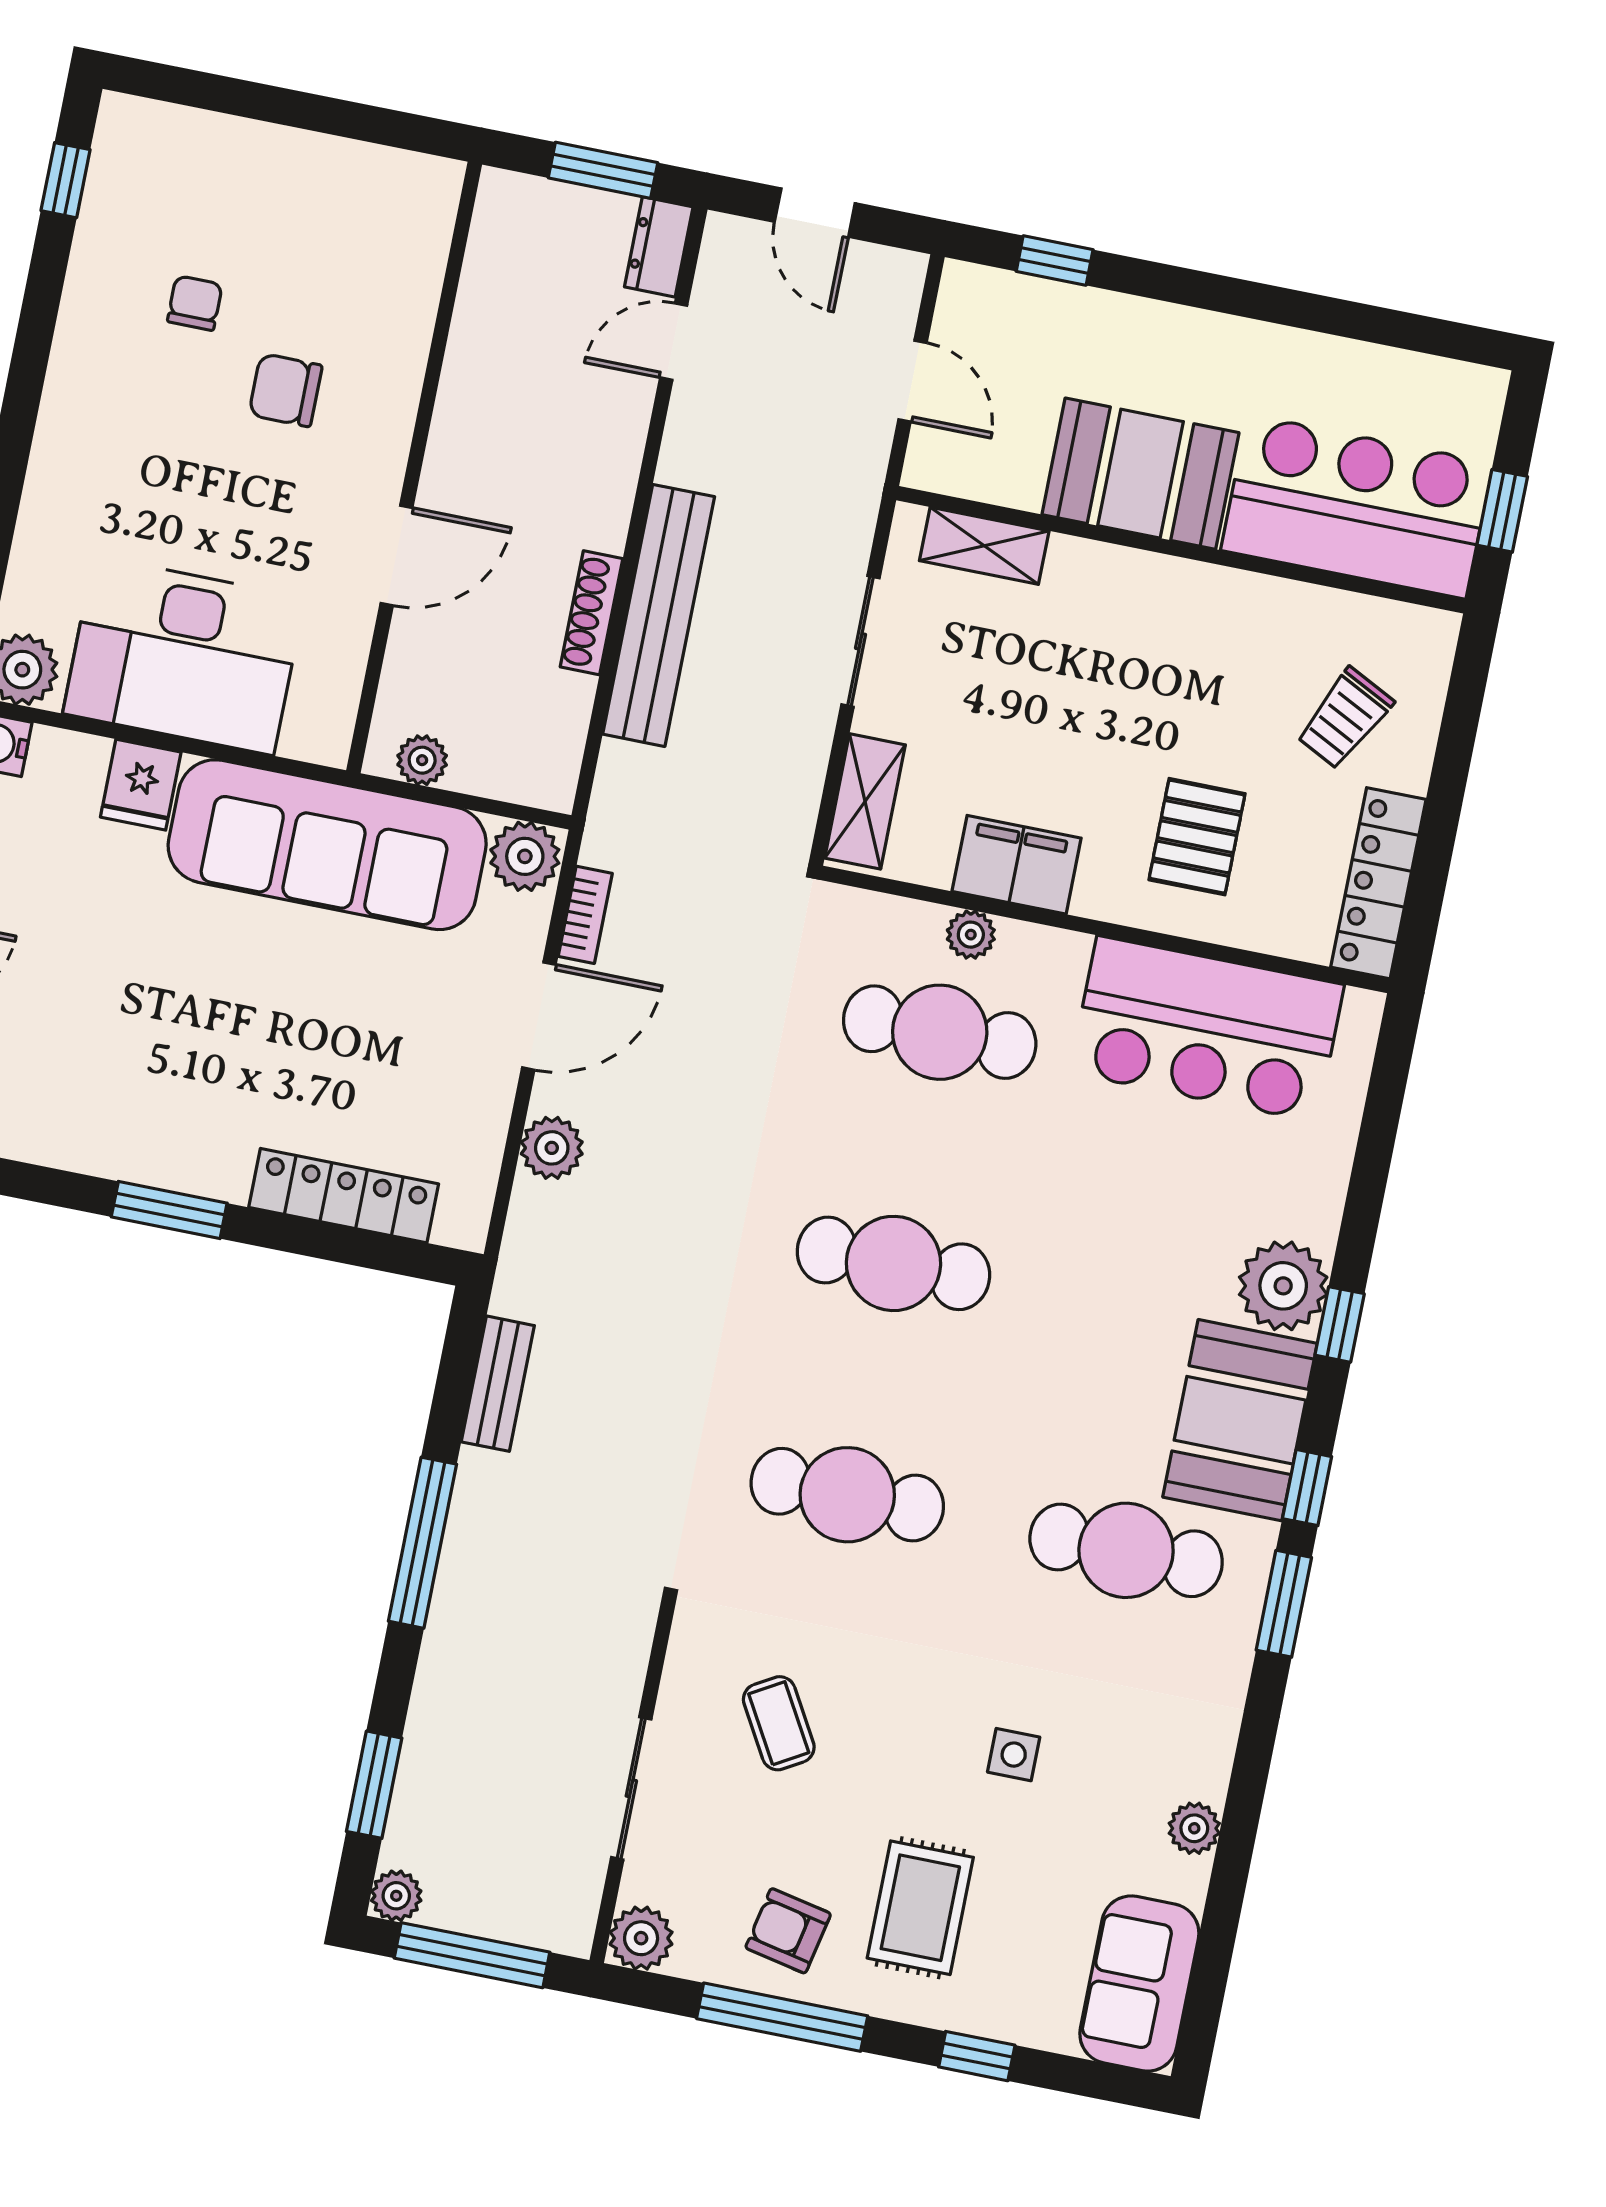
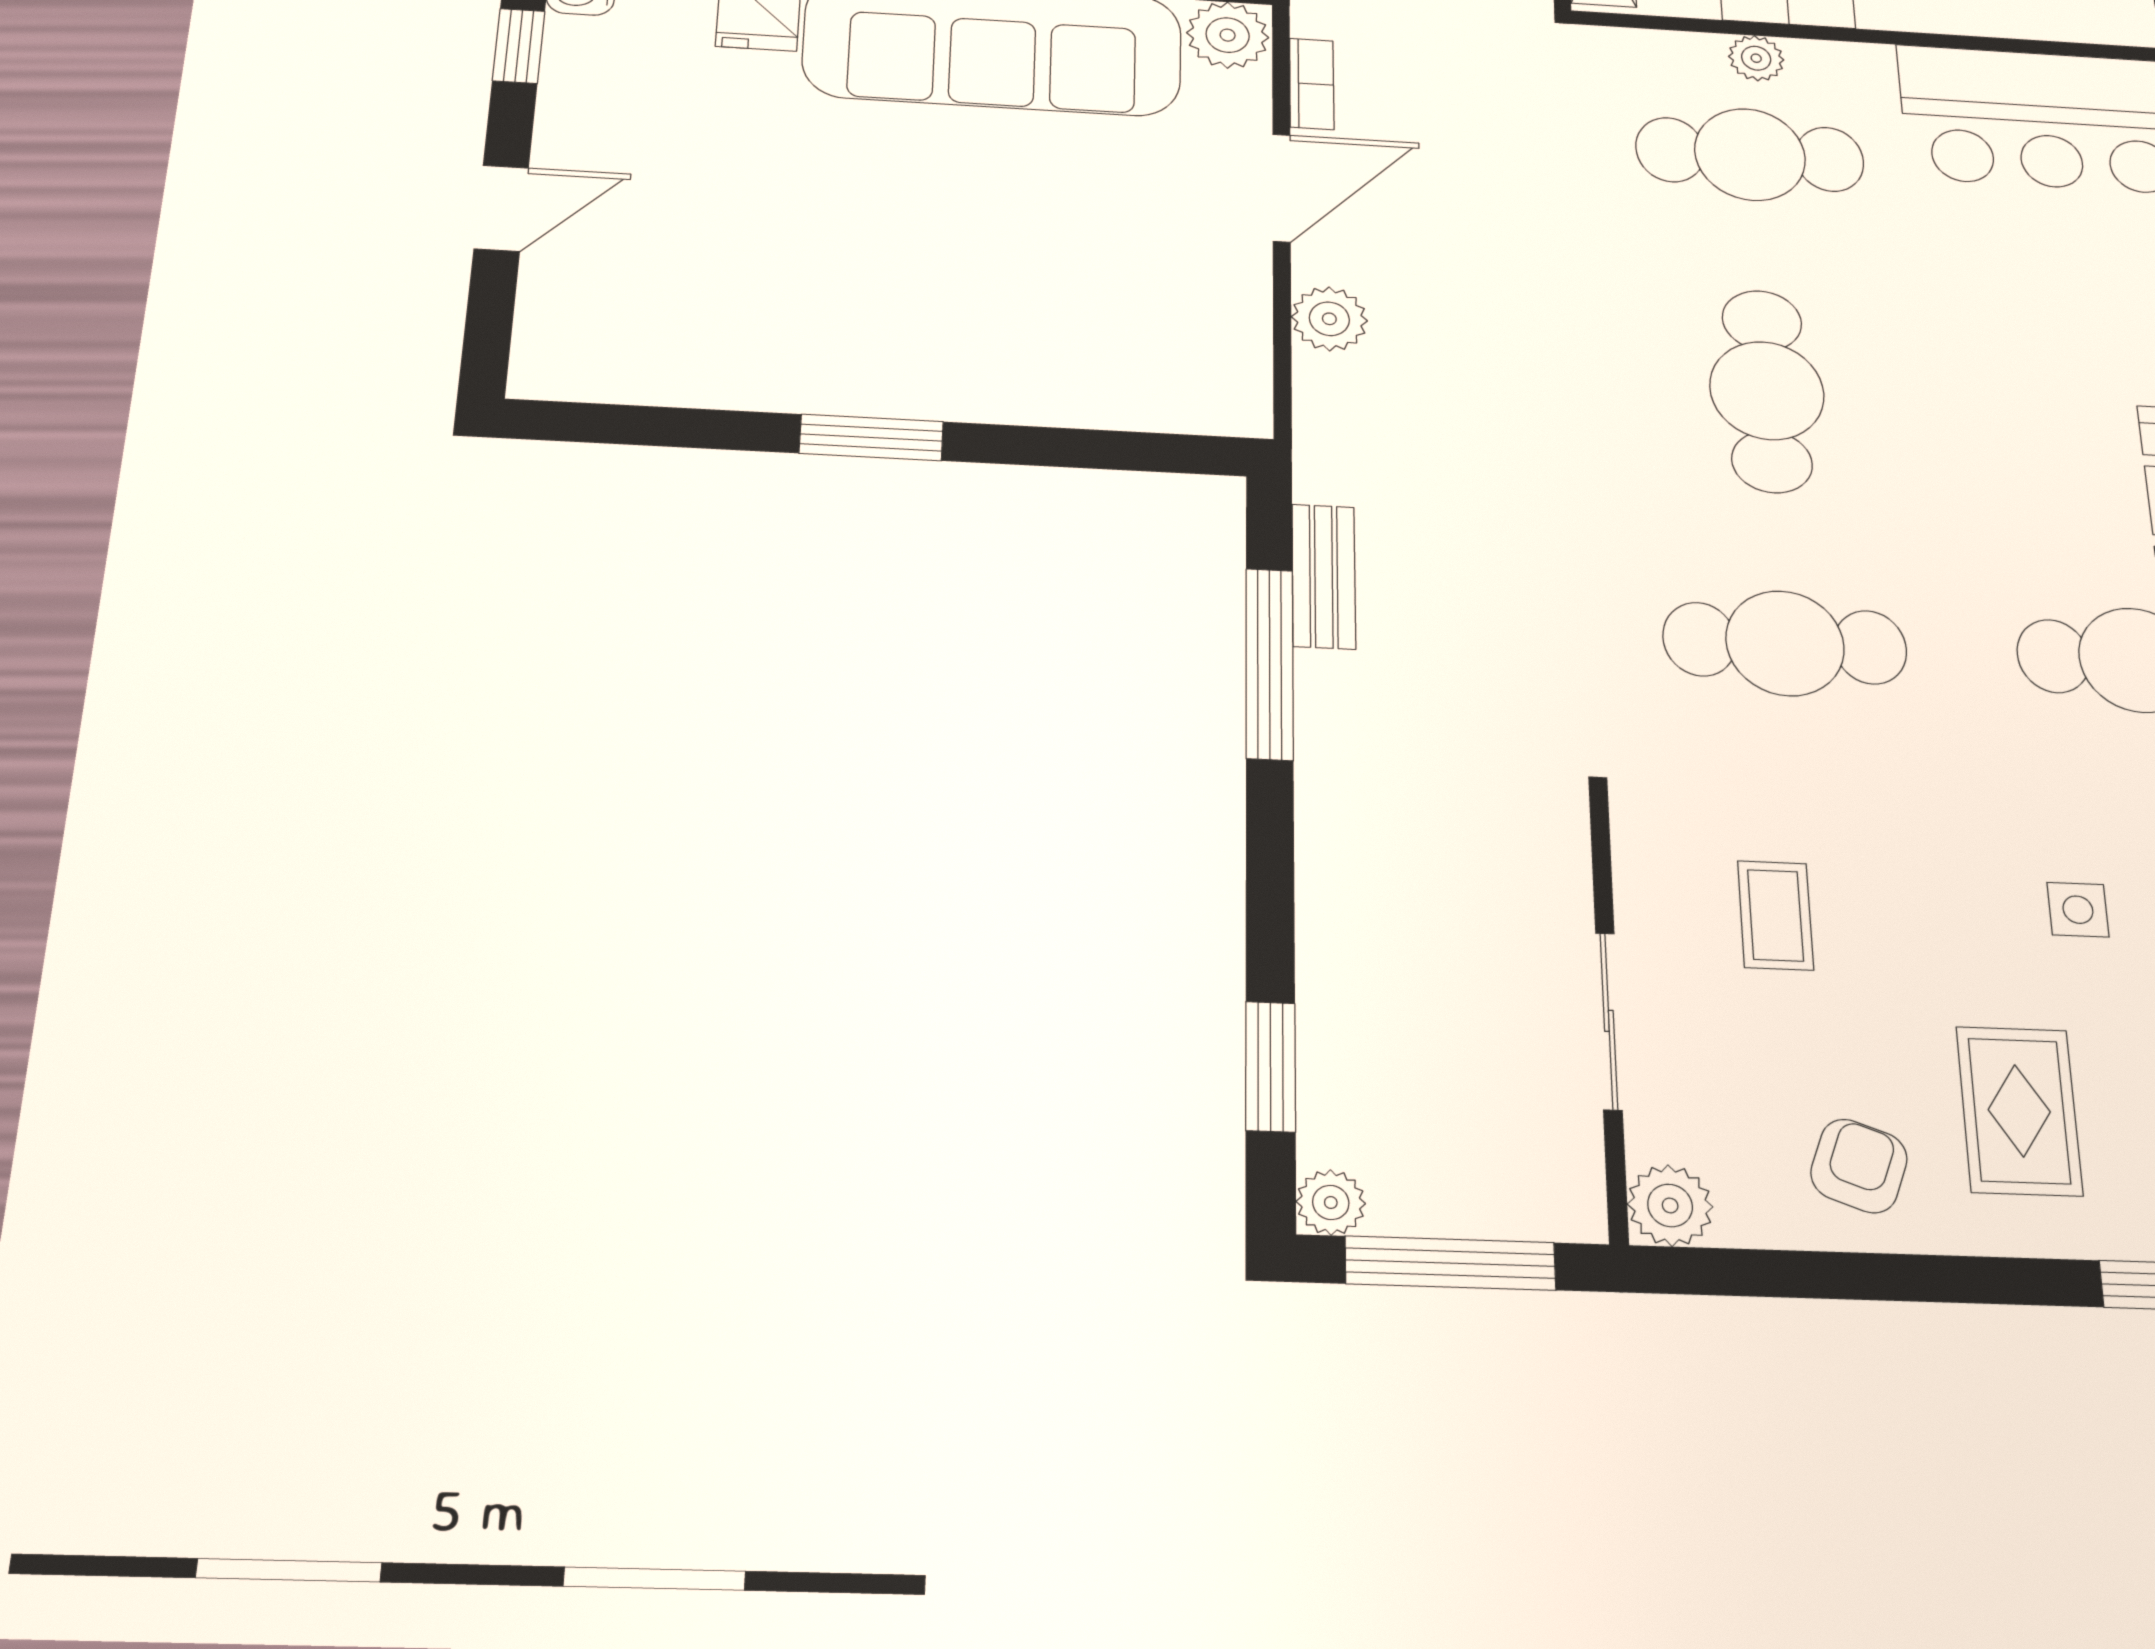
locker: (344, 1196) -> (1087, 397), removed
cafe table: (893, 1263) -> (1767, 391), turned 90
window: (423, 1543) -> (1270, 664), moved
coffee table: (779, 1723) -> (1776, 915), turned 30
armchair: (788, 1931) -> (1859, 1166), turned 98
window: (782, 2017) -> (1882, 1277), removed

